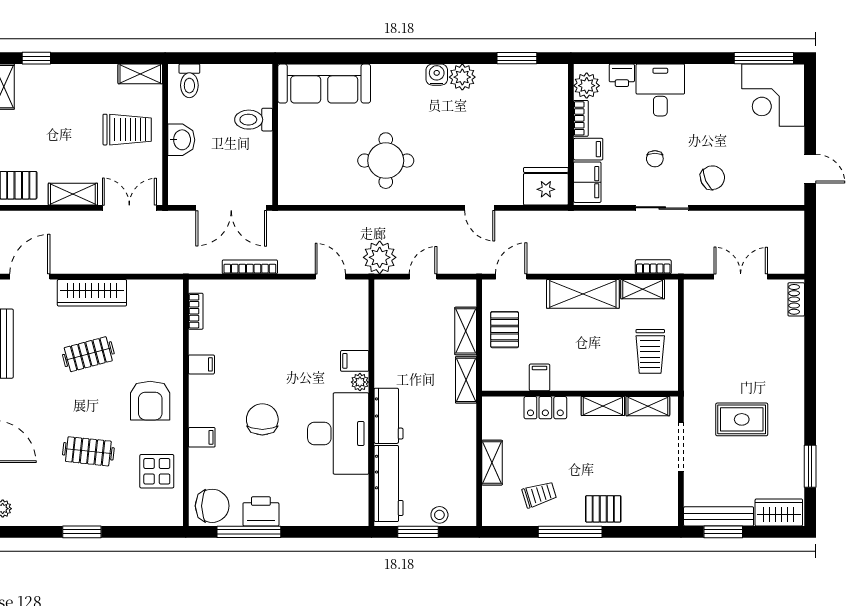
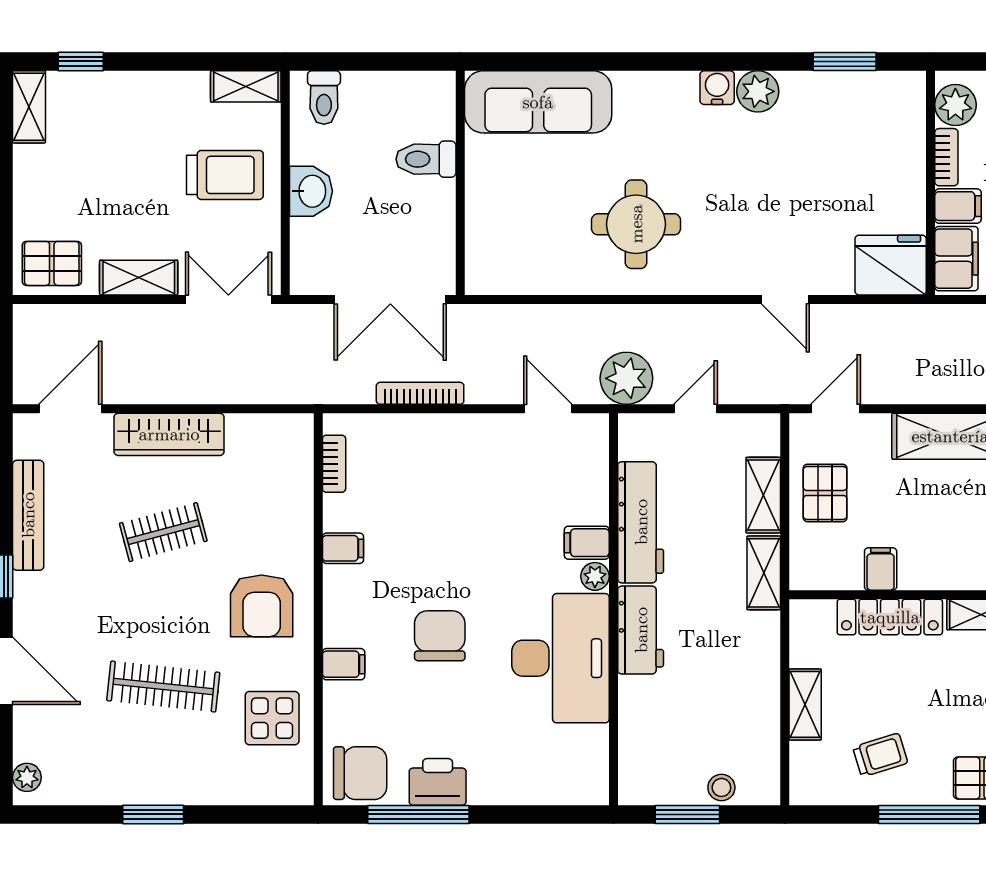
locker: (545, 408) -> (890, 617), width x1.53
clothes rail: (88, 451) -> (163, 687), width x1.36
workbench: (389, 484) -> (641, 522), moved

